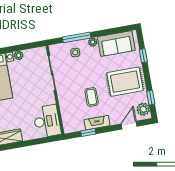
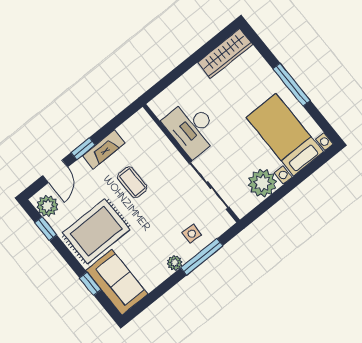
sofa: (116, 44) -> (117, 282), moved, turned 90
plant: (19, 55) -> (262, 183), width x1.88, depth x1.88
desk: (47, 121) -> (192, 128), moved
window: (88, 132) -> (83, 149), moved

